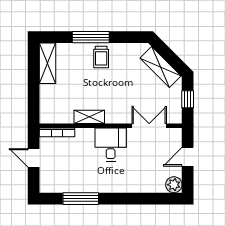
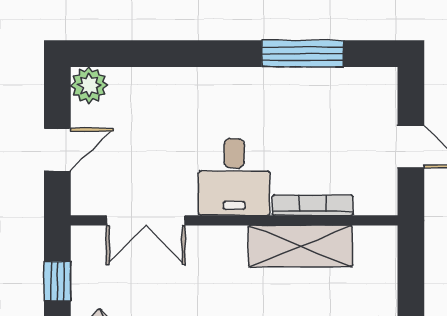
shelving: (89, 117) -> (300, 246), width x1.50, depth x1.33
bookcase: (57, 132) -> (313, 205), moved

